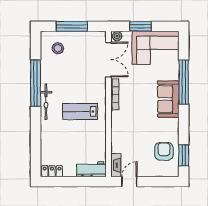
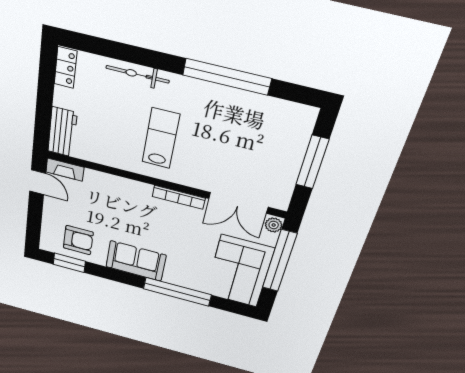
window: (141, 26) -> (279, 261), width x2.11
stool: (58, 48) -> (280, 130), removed
sofa: (168, 99) -> (136, 261), moved
bicycle: (46, 102) -> (137, 74), moved

